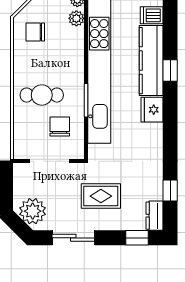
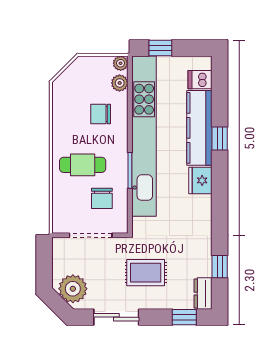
chair: (35, 32) -> (101, 114), moved
chair: (60, 127) -> (102, 198), turned 180

